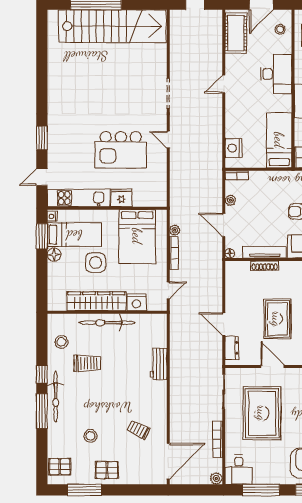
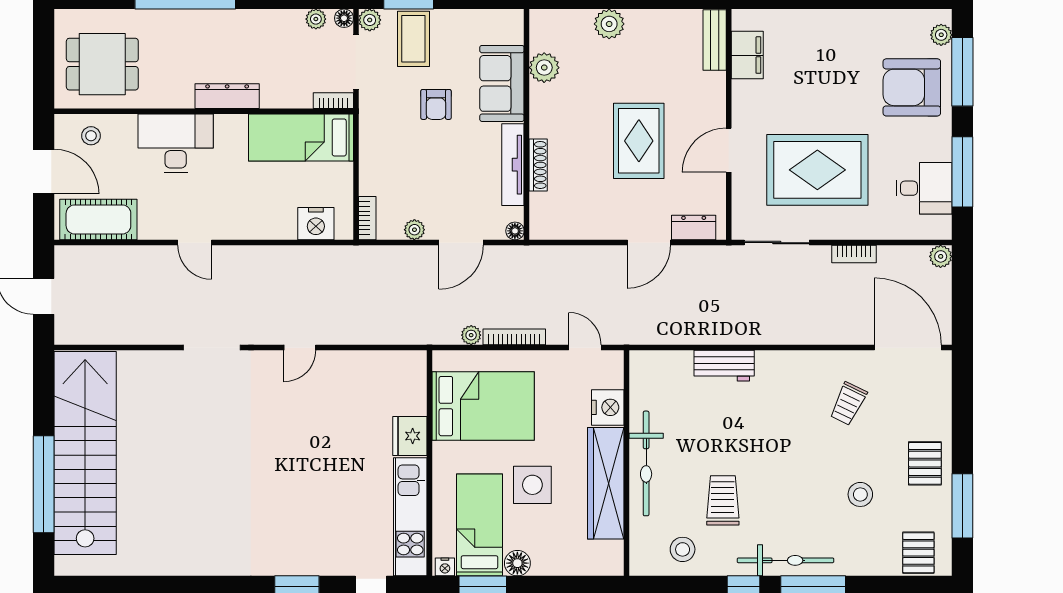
kitchen island: (121, 150) -> (319, 437), removed
rug: (277, 319) -> (639, 141), turned 90
bookcase: (218, 439) -> (854, 254), width x0.64
desk: (239, 470) -> (924, 188), moved

